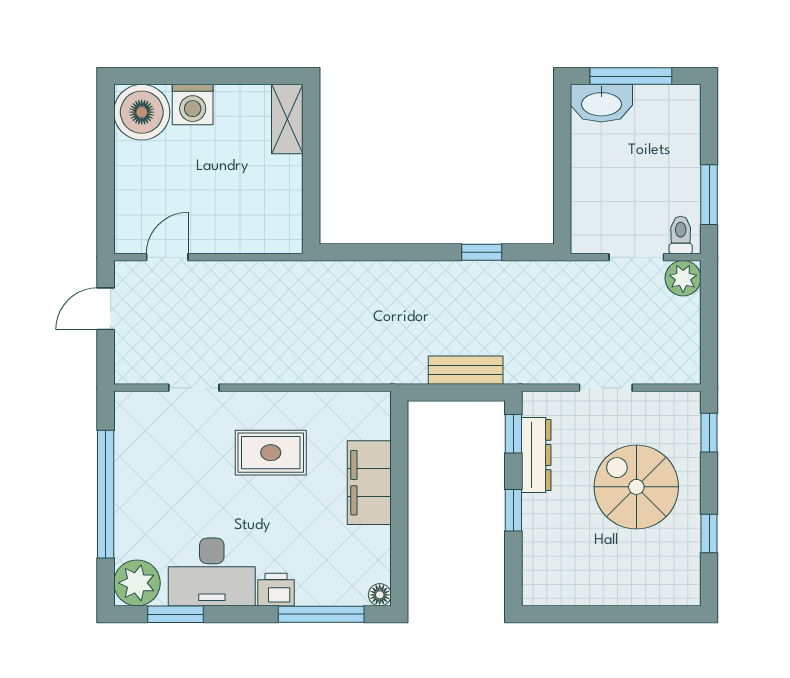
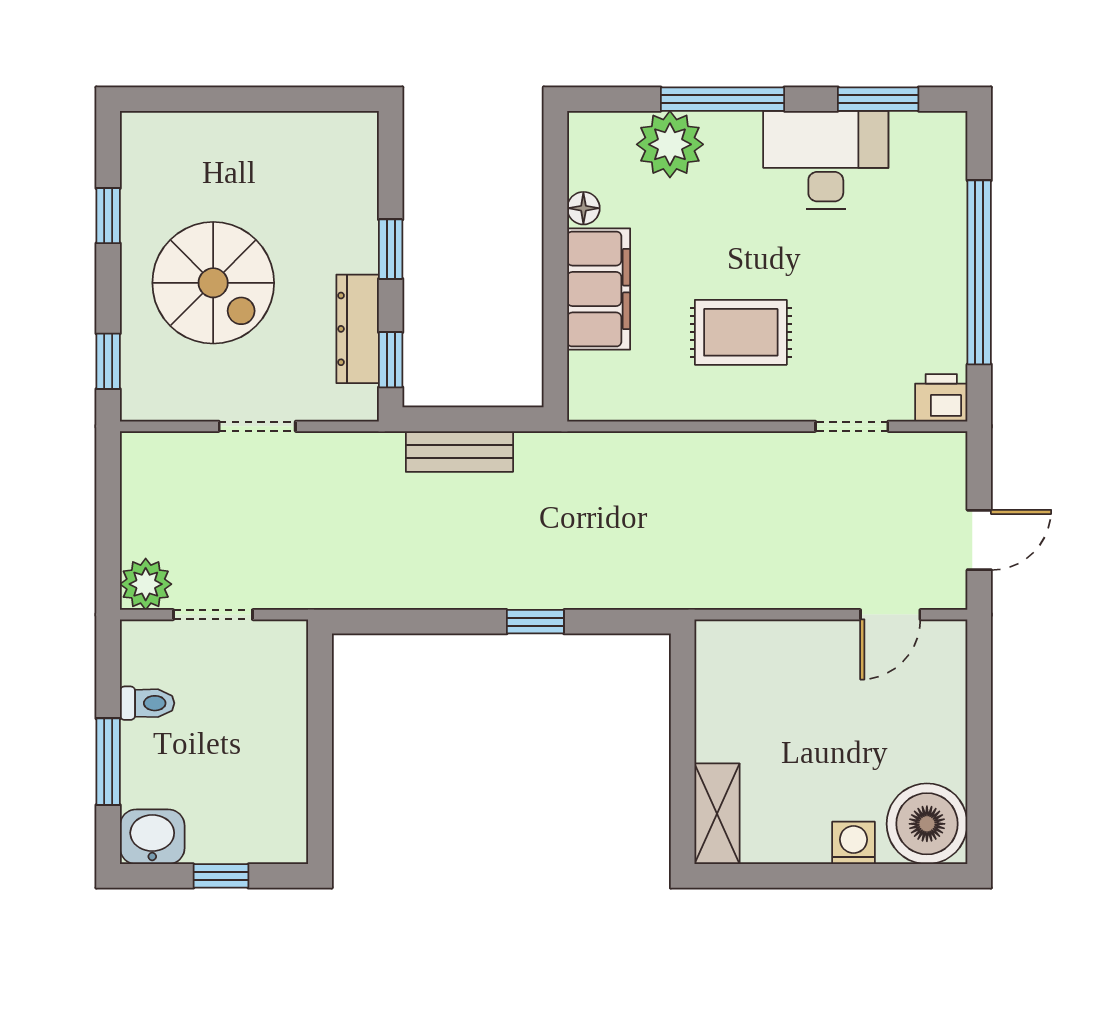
window: (631, 76) -> (221, 876), width x0.46
washbasin: (601, 103) -> (152, 837), moved, width x0.72
washing machine: (193, 104) -> (854, 843), width x0.73, depth x0.73
window: (709, 195) -> (108, 762), moved
toilet: (681, 235) -> (147, 703), moved, turned -90
window: (482, 252) -> (535, 622), moved
plant: (137, 583) -> (670, 144), moved
printer: (276, 590) -> (941, 398), moved, turned 180
floor lamp: (380, 595) -> (583, 208), moved
window: (321, 614) -> (723, 99), moved

